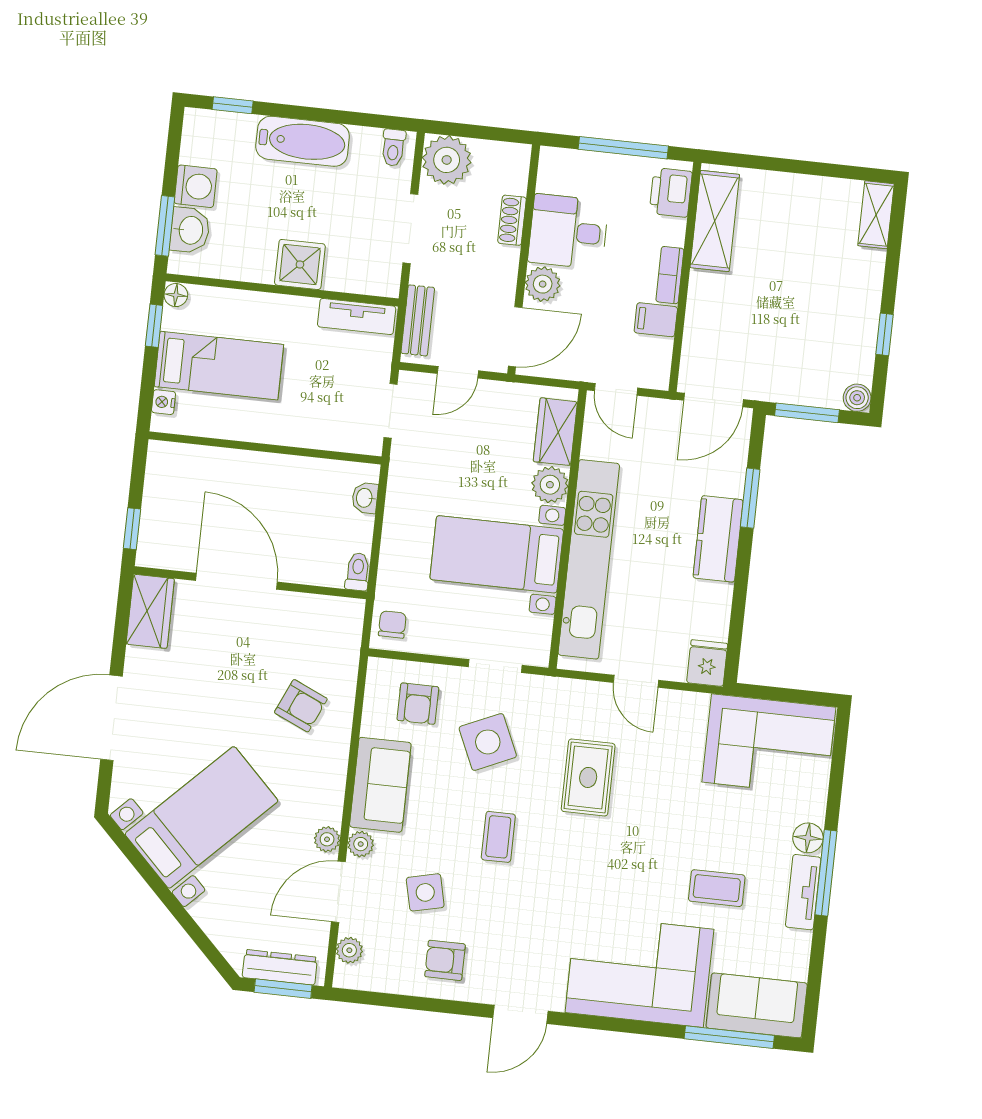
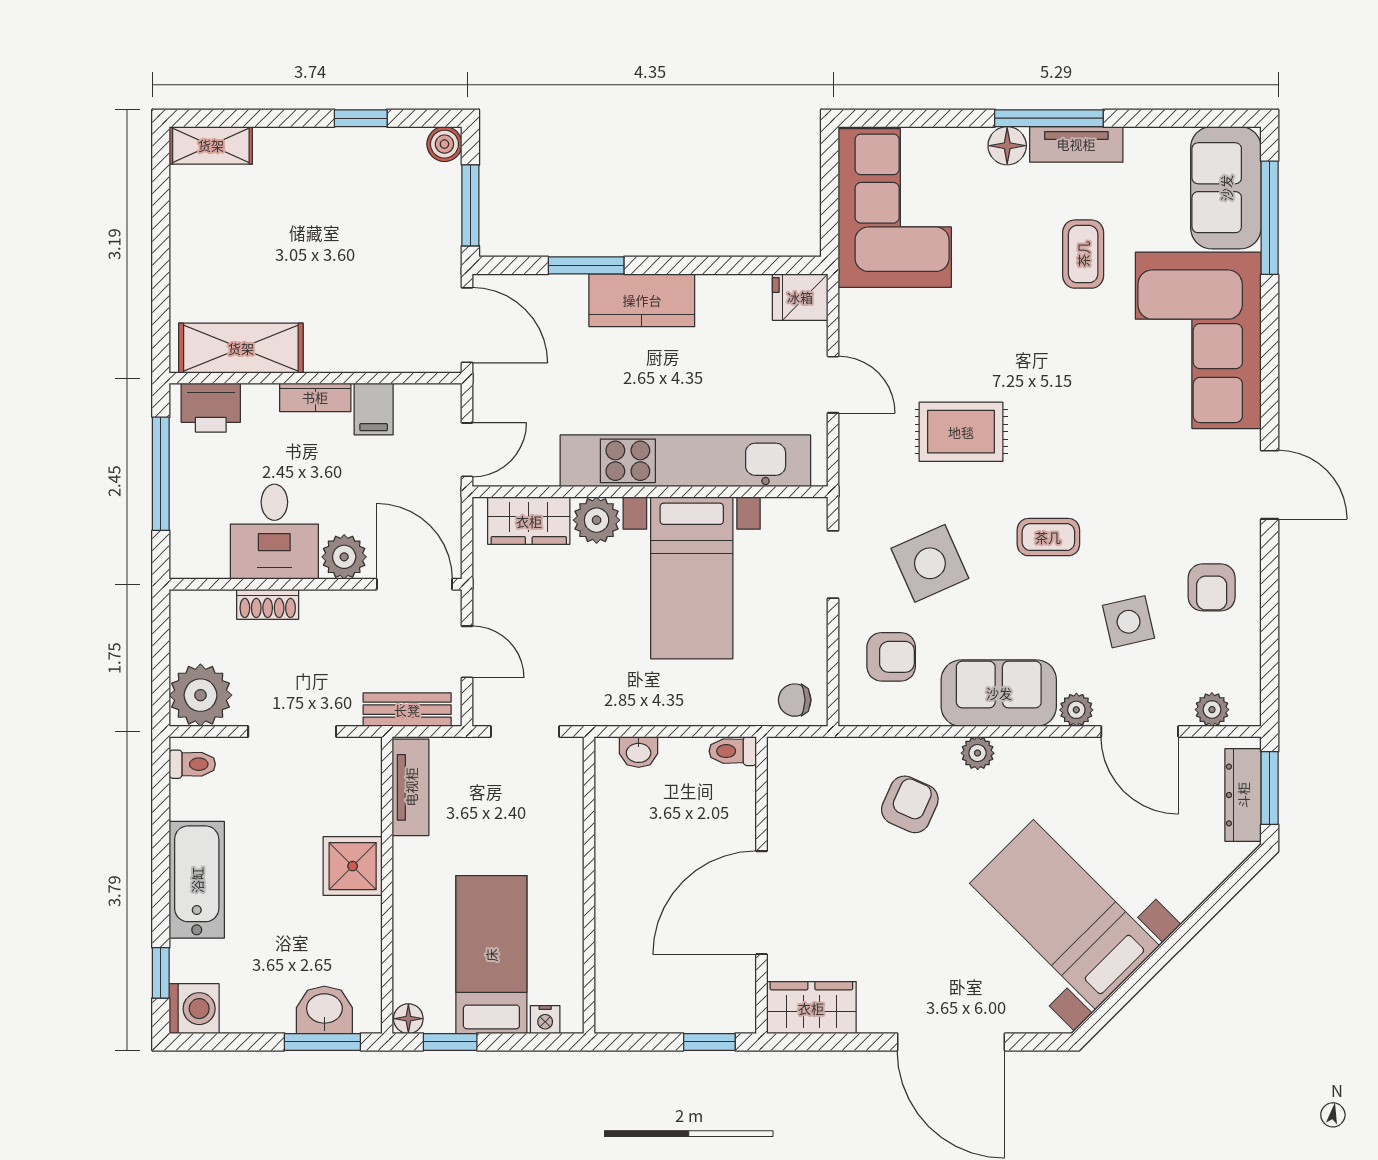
washing machine: (196, 186) -> (194, 1009), moved, turned 90
door: (636, 681) -> (833, 385), hinge flipped
plant: (327, 839) -> (978, 753), moved

